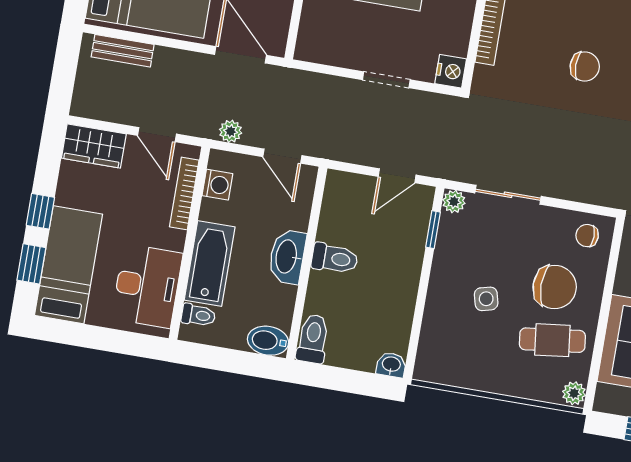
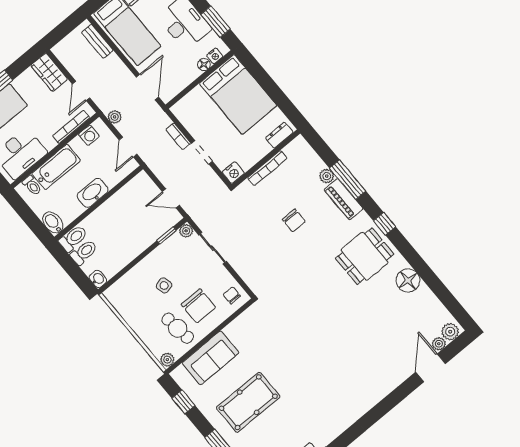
bookcase: (337, 85) -> (178, 136), added
toilet: (335, 258) -> (84, 252), moved, turned -90

